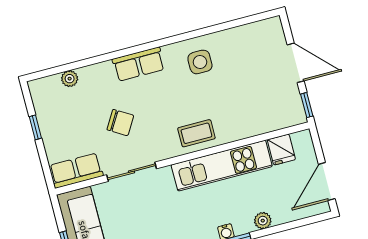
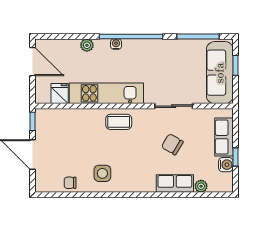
chair: (238, 39) -> (70, 183), added
row of seats: (139, 64) -> (175, 184), moved
water cooler: (45, 115) -> (226, 165), added
row of seats: (76, 171) -> (224, 137), moved, turned 90
door: (327, 181) -> (33, 62), hinge flipped

